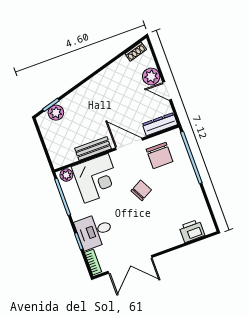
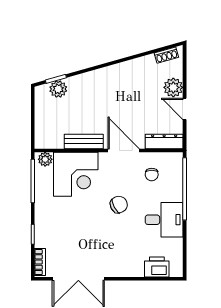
chair: (160, 155) -> (152, 175), width x0.54, depth x0.54
desk: (94, 231) -> (164, 220), moved, turned 180

